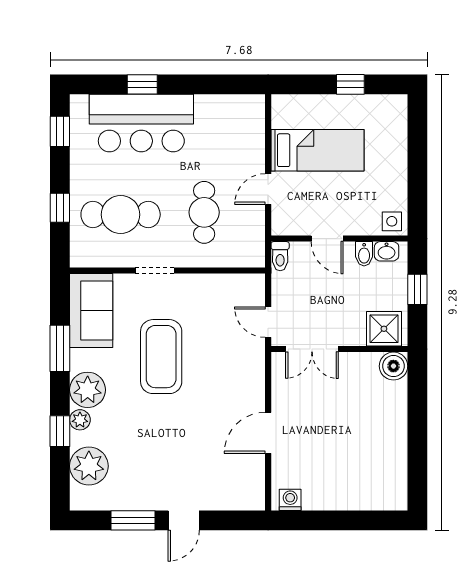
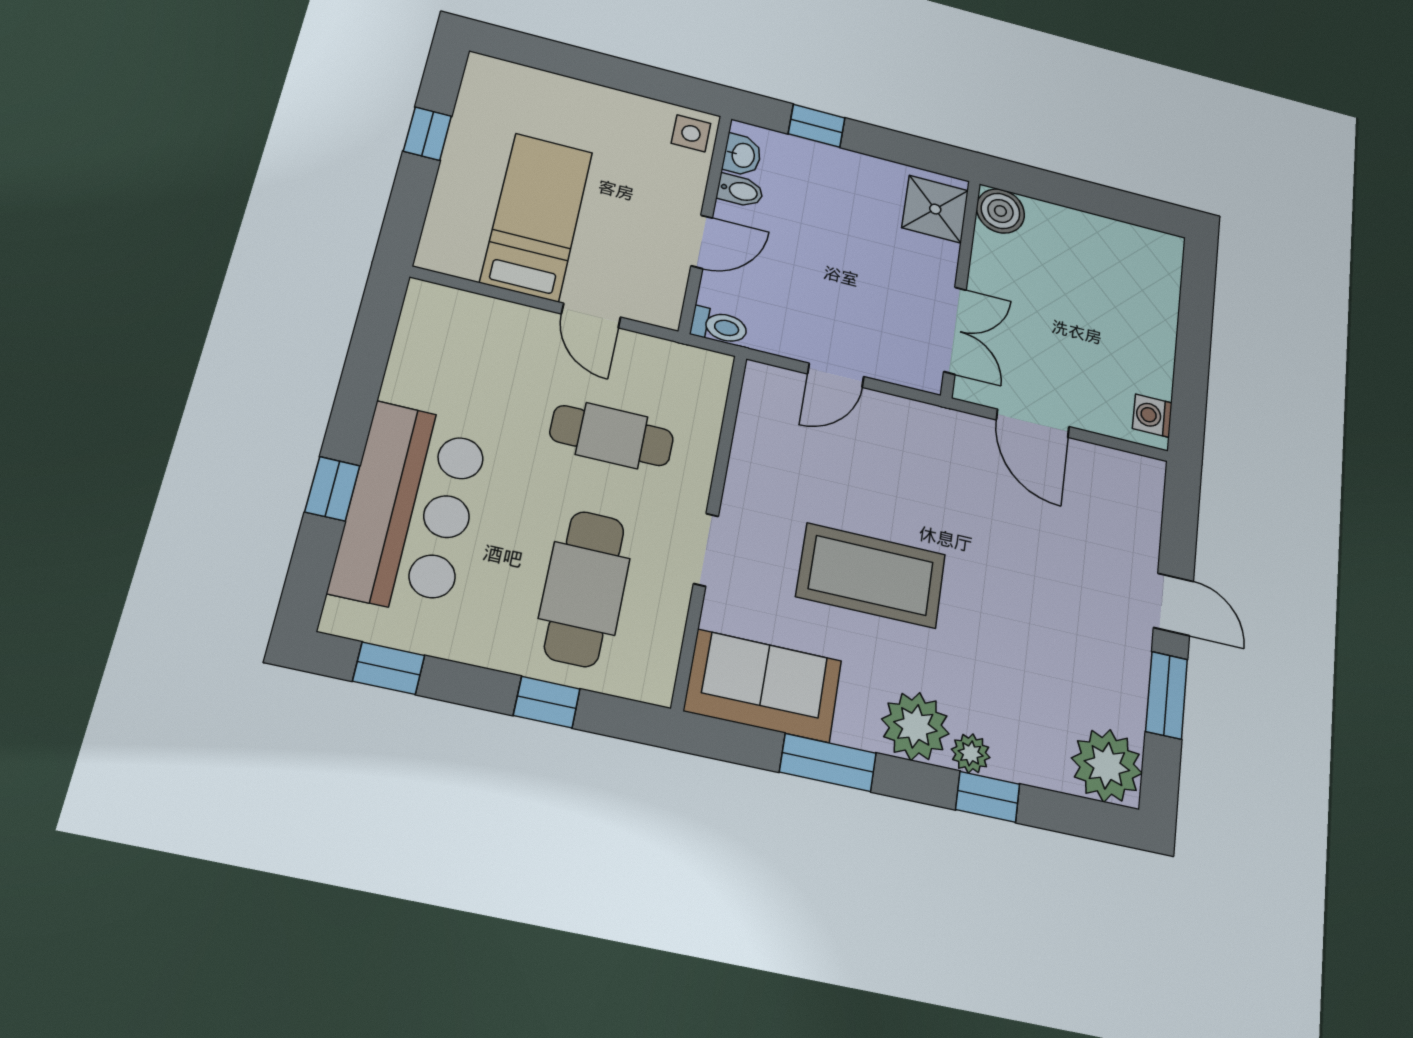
shower: (384, 329) -> (935, 209), moved
double door: (312, 349) -> (955, 330), moved
wall: (339, 349) -> (961, 287), moved
boiler: (393, 366) -> (1000, 211), moved
plant: (89, 466) -> (1107, 766), moved

